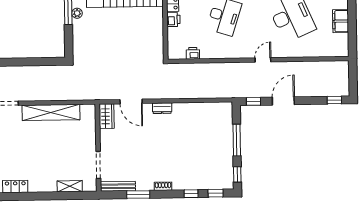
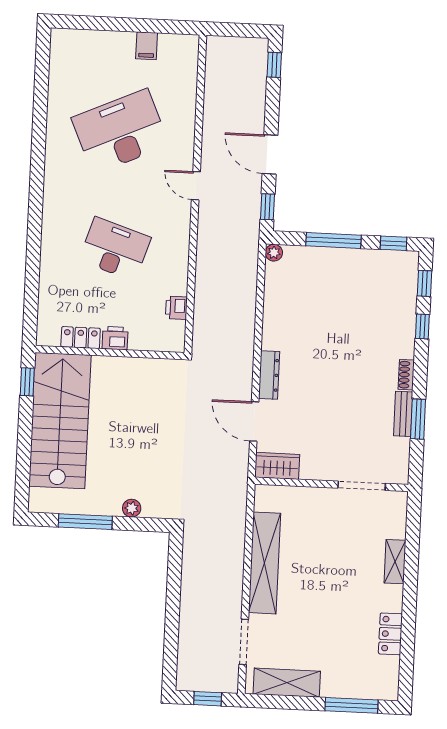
plant: (77, 13) -> (132, 508), moved
filing cabinet: (341, 21) -> (147, 46), width x0.50
door: (131, 101) -> (254, 421), swing flipped
plant: (228, 107) -> (274, 253), added
dresser: (162, 108) -> (269, 375), width x1.44
shelving: (70, 186) -> (395, 562), moved
bench: (118, 186) -> (403, 414), moved, width x0.73

